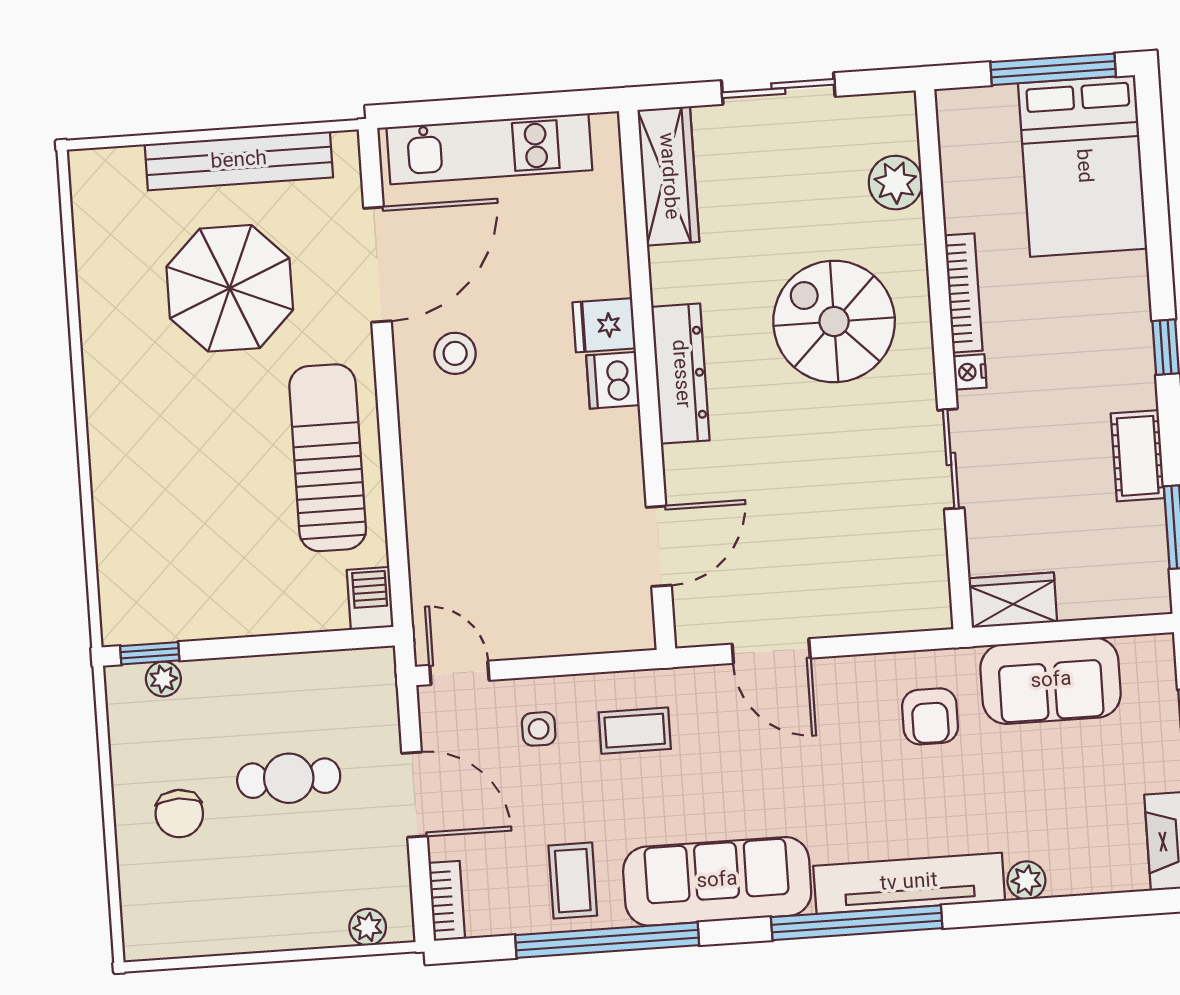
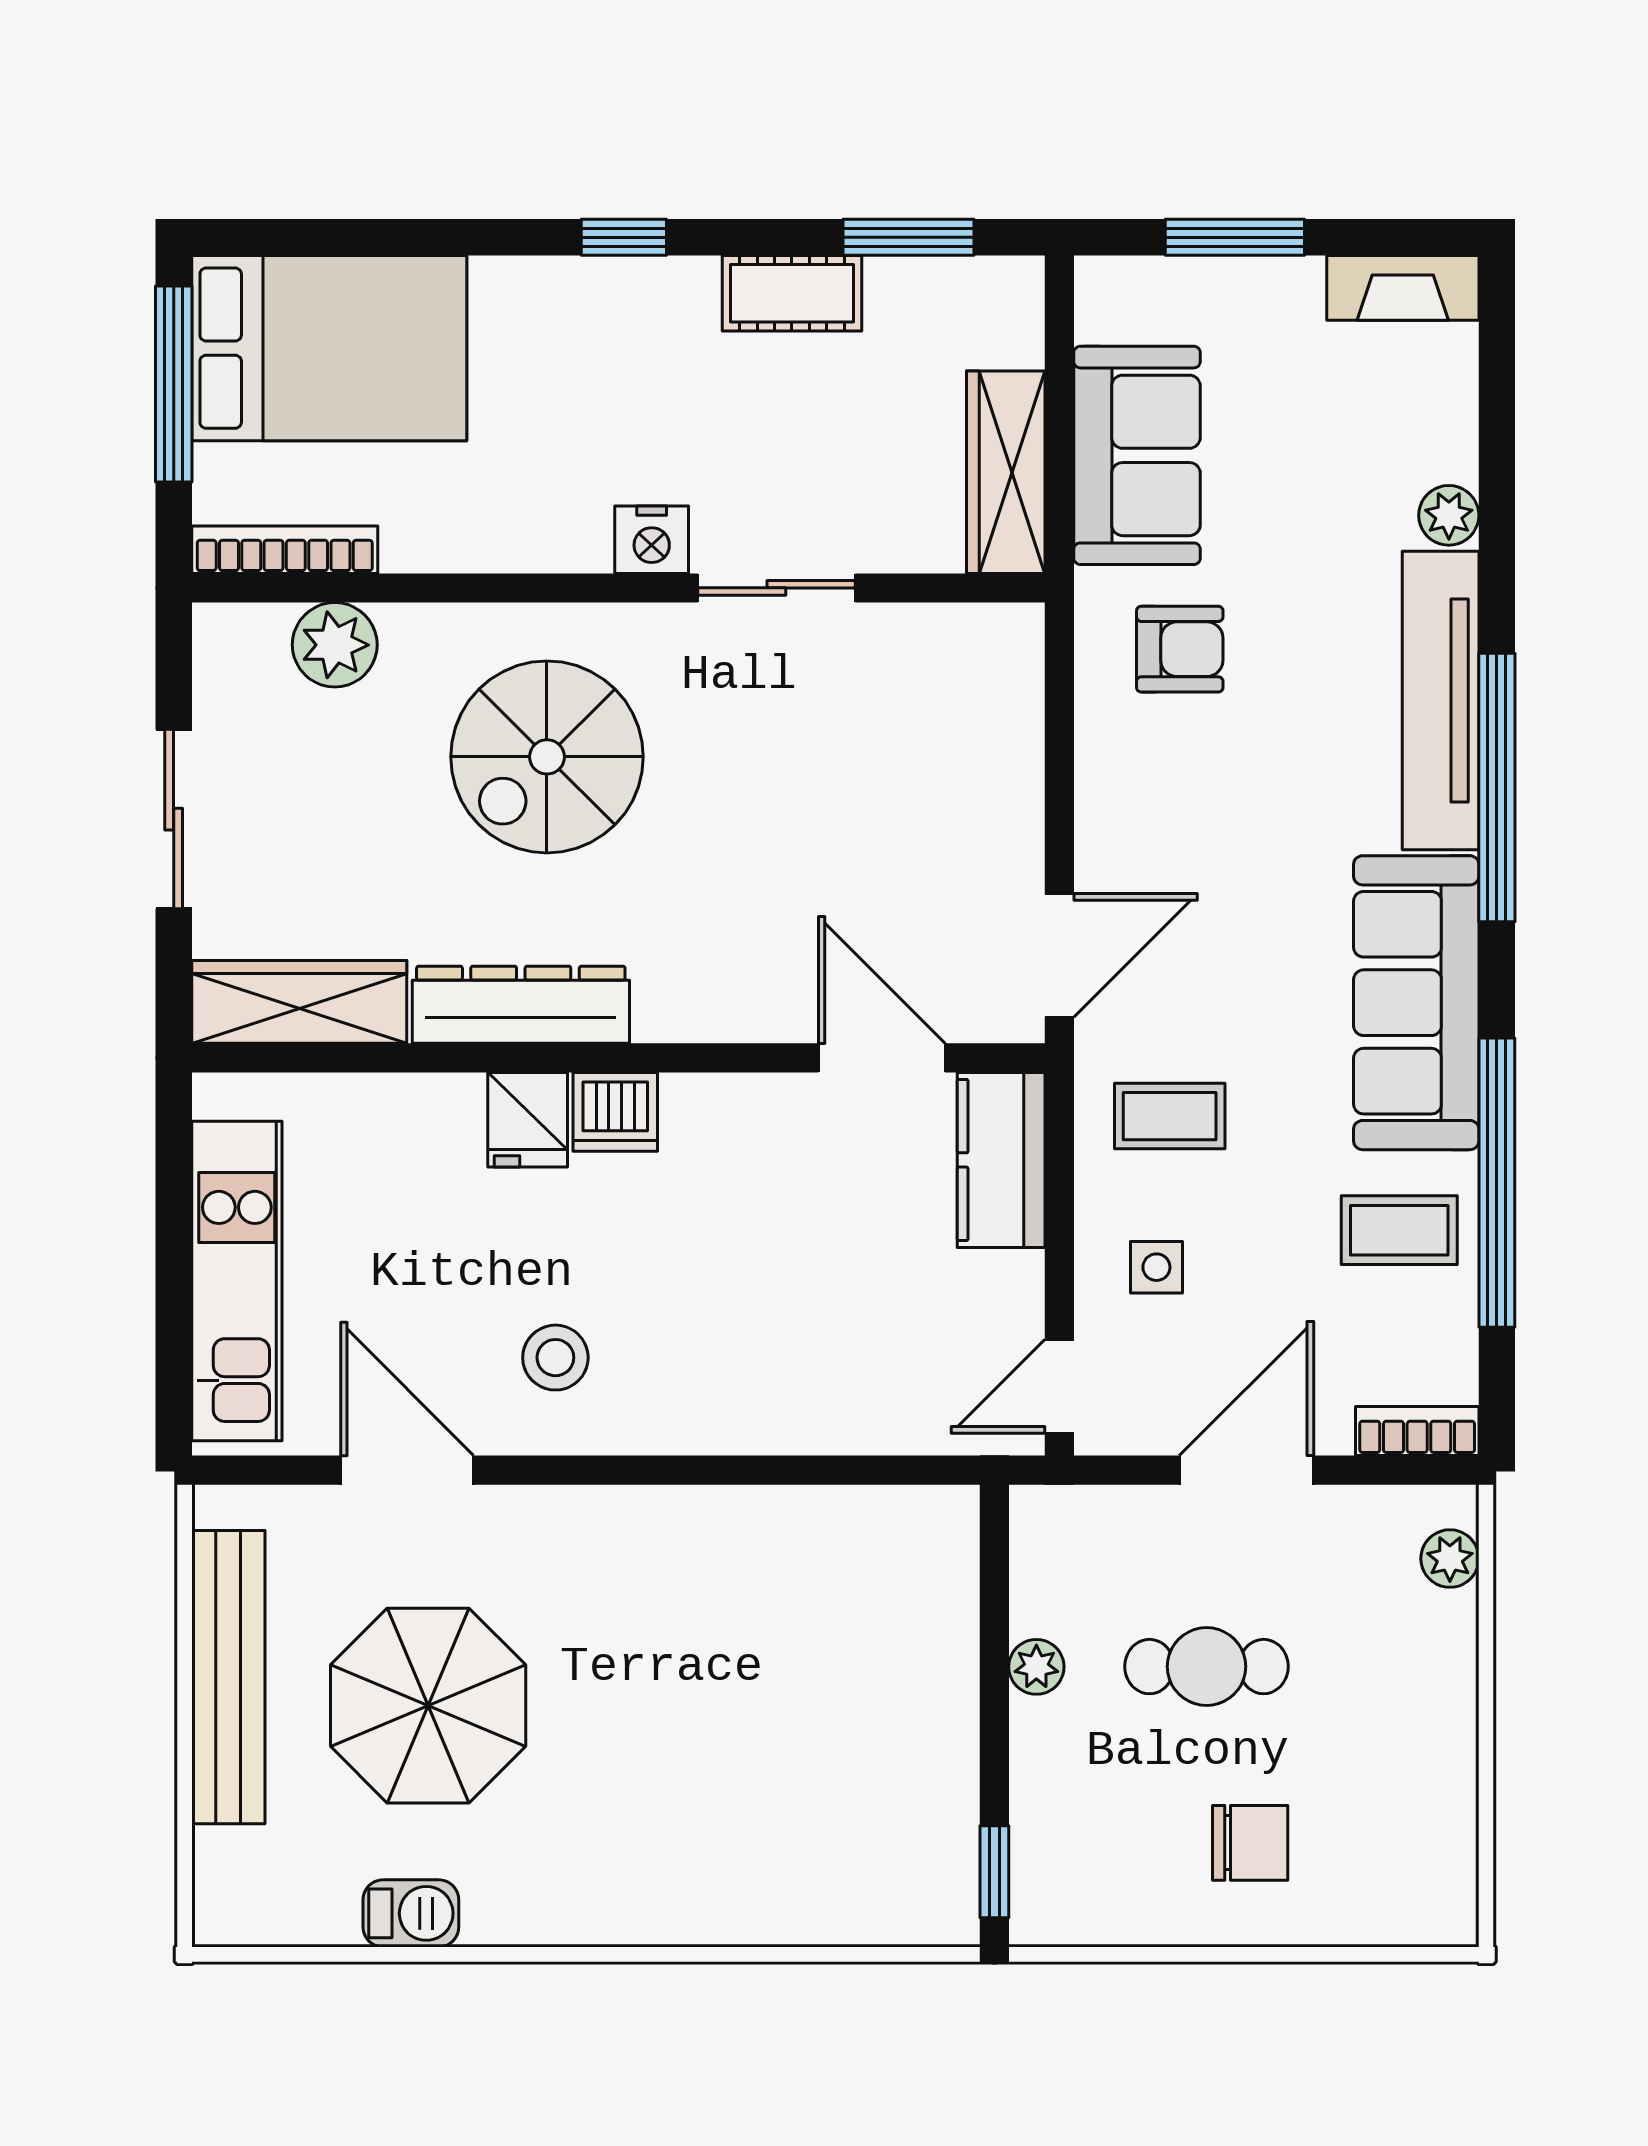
door: (378, 265) -> (407, 1470), width x0.73
bookcase: (964, 293) -> (285, 550), moved
nightstand: (970, 372) -> (652, 540), width x1.39, depth x1.35
dresser: (680, 374) -> (521, 1005), moved
sun lounger: (328, 458) -> (706, 1570), removed
barbecue: (370, 598) -> (411, 1913), moved, turned 180
wardrobe: (1013, 600) -> (1006, 472), width x1.50
kitchen counter: (600, 626) -> (1001, 1160), added
door: (771, 651) -> (1059, 955), moved
plant: (163, 679) -> (1036, 1667), moved
coffee table: (635, 731) -> (1170, 1116), turned 90
cafe table: (289, 778) -> (1207, 1667), turned 90

